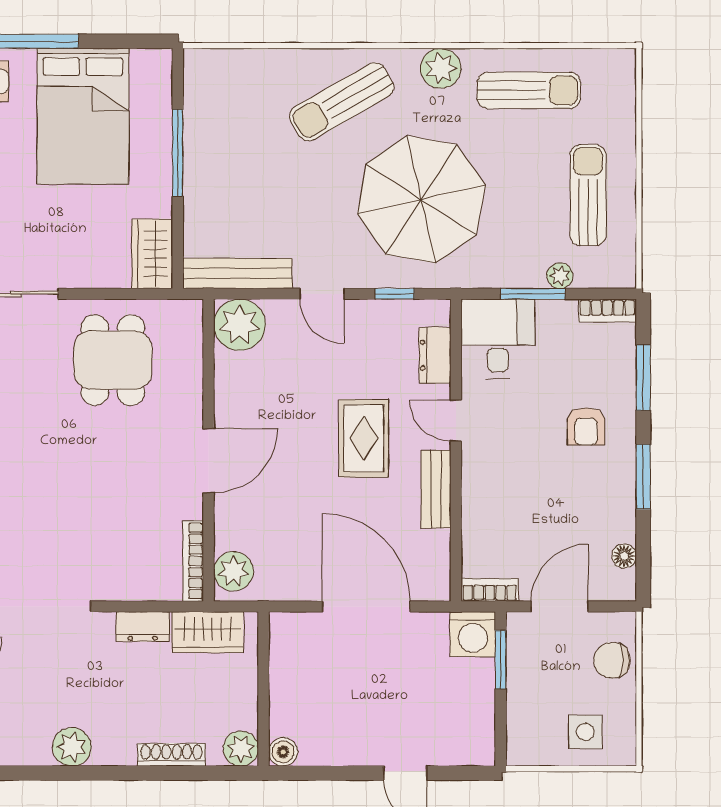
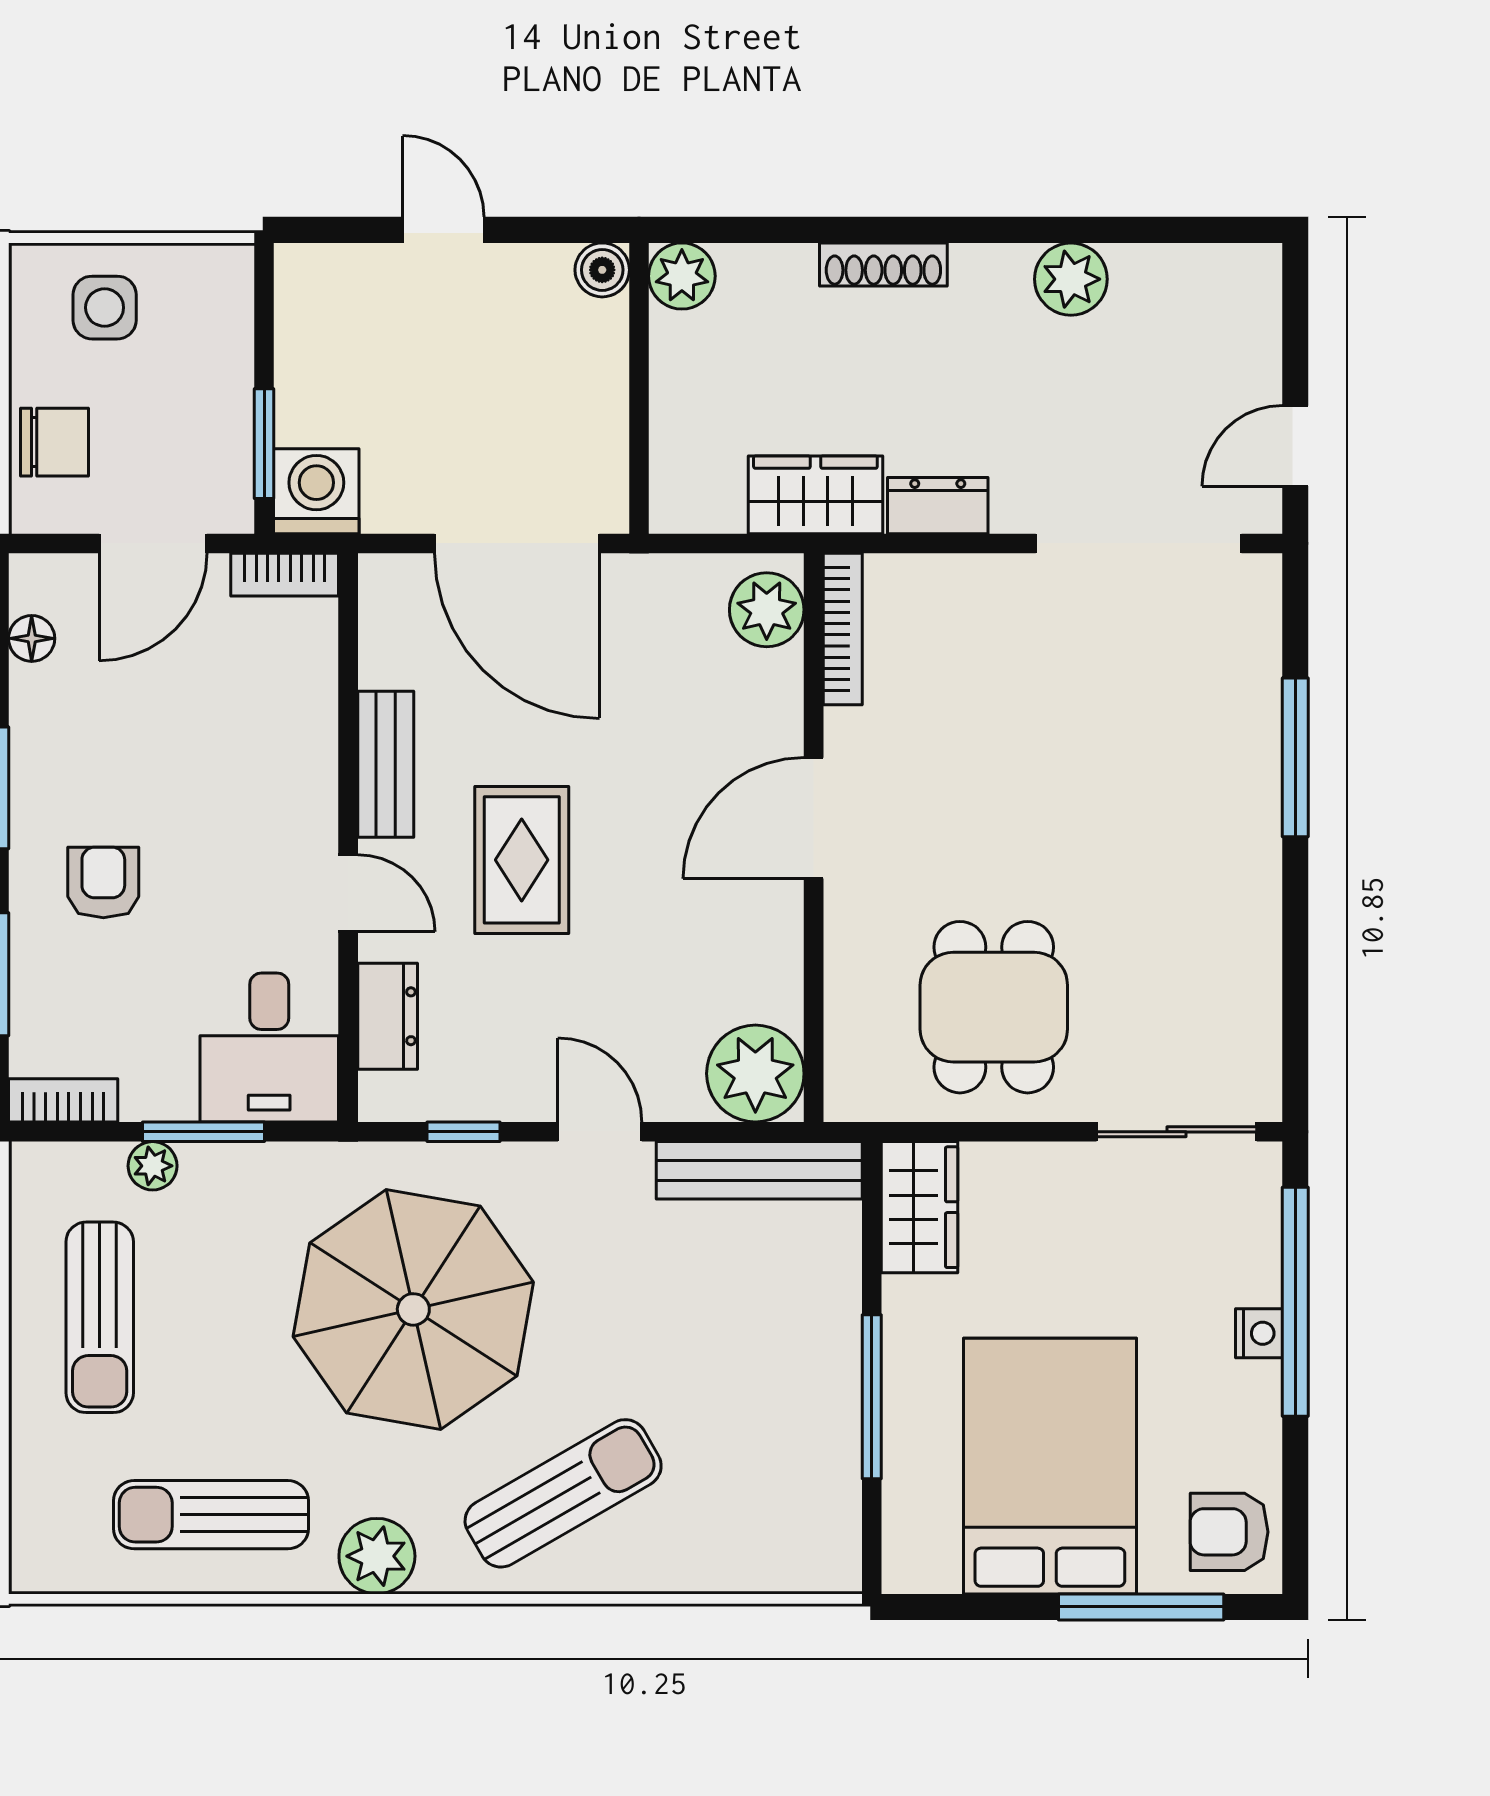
wall: (264, 689) -> (639, 388), moved
plant: (241, 749) -> (682, 276), moved
boiler: (283, 752) -> (602, 270), moved

